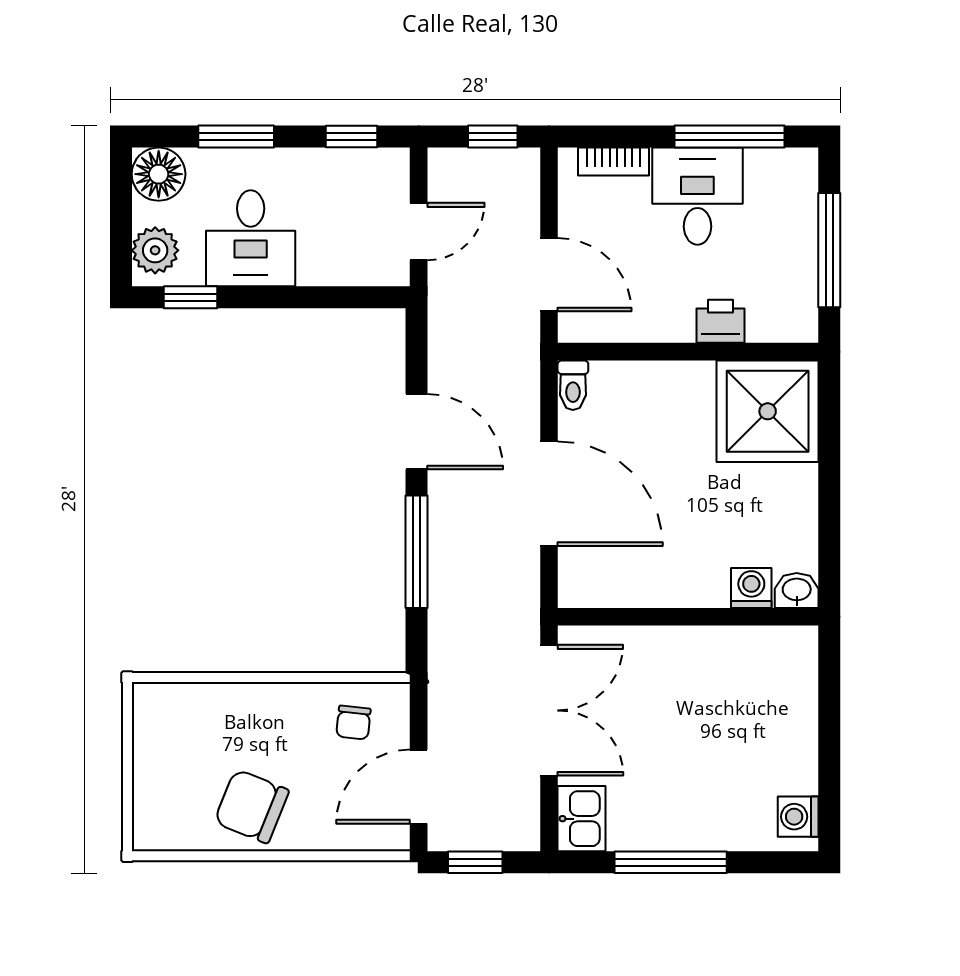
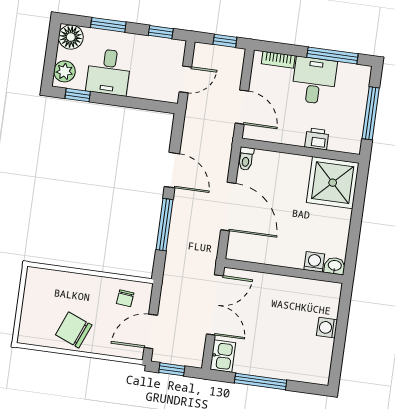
washing machine: (798, 817) -> (327, 328), moved

